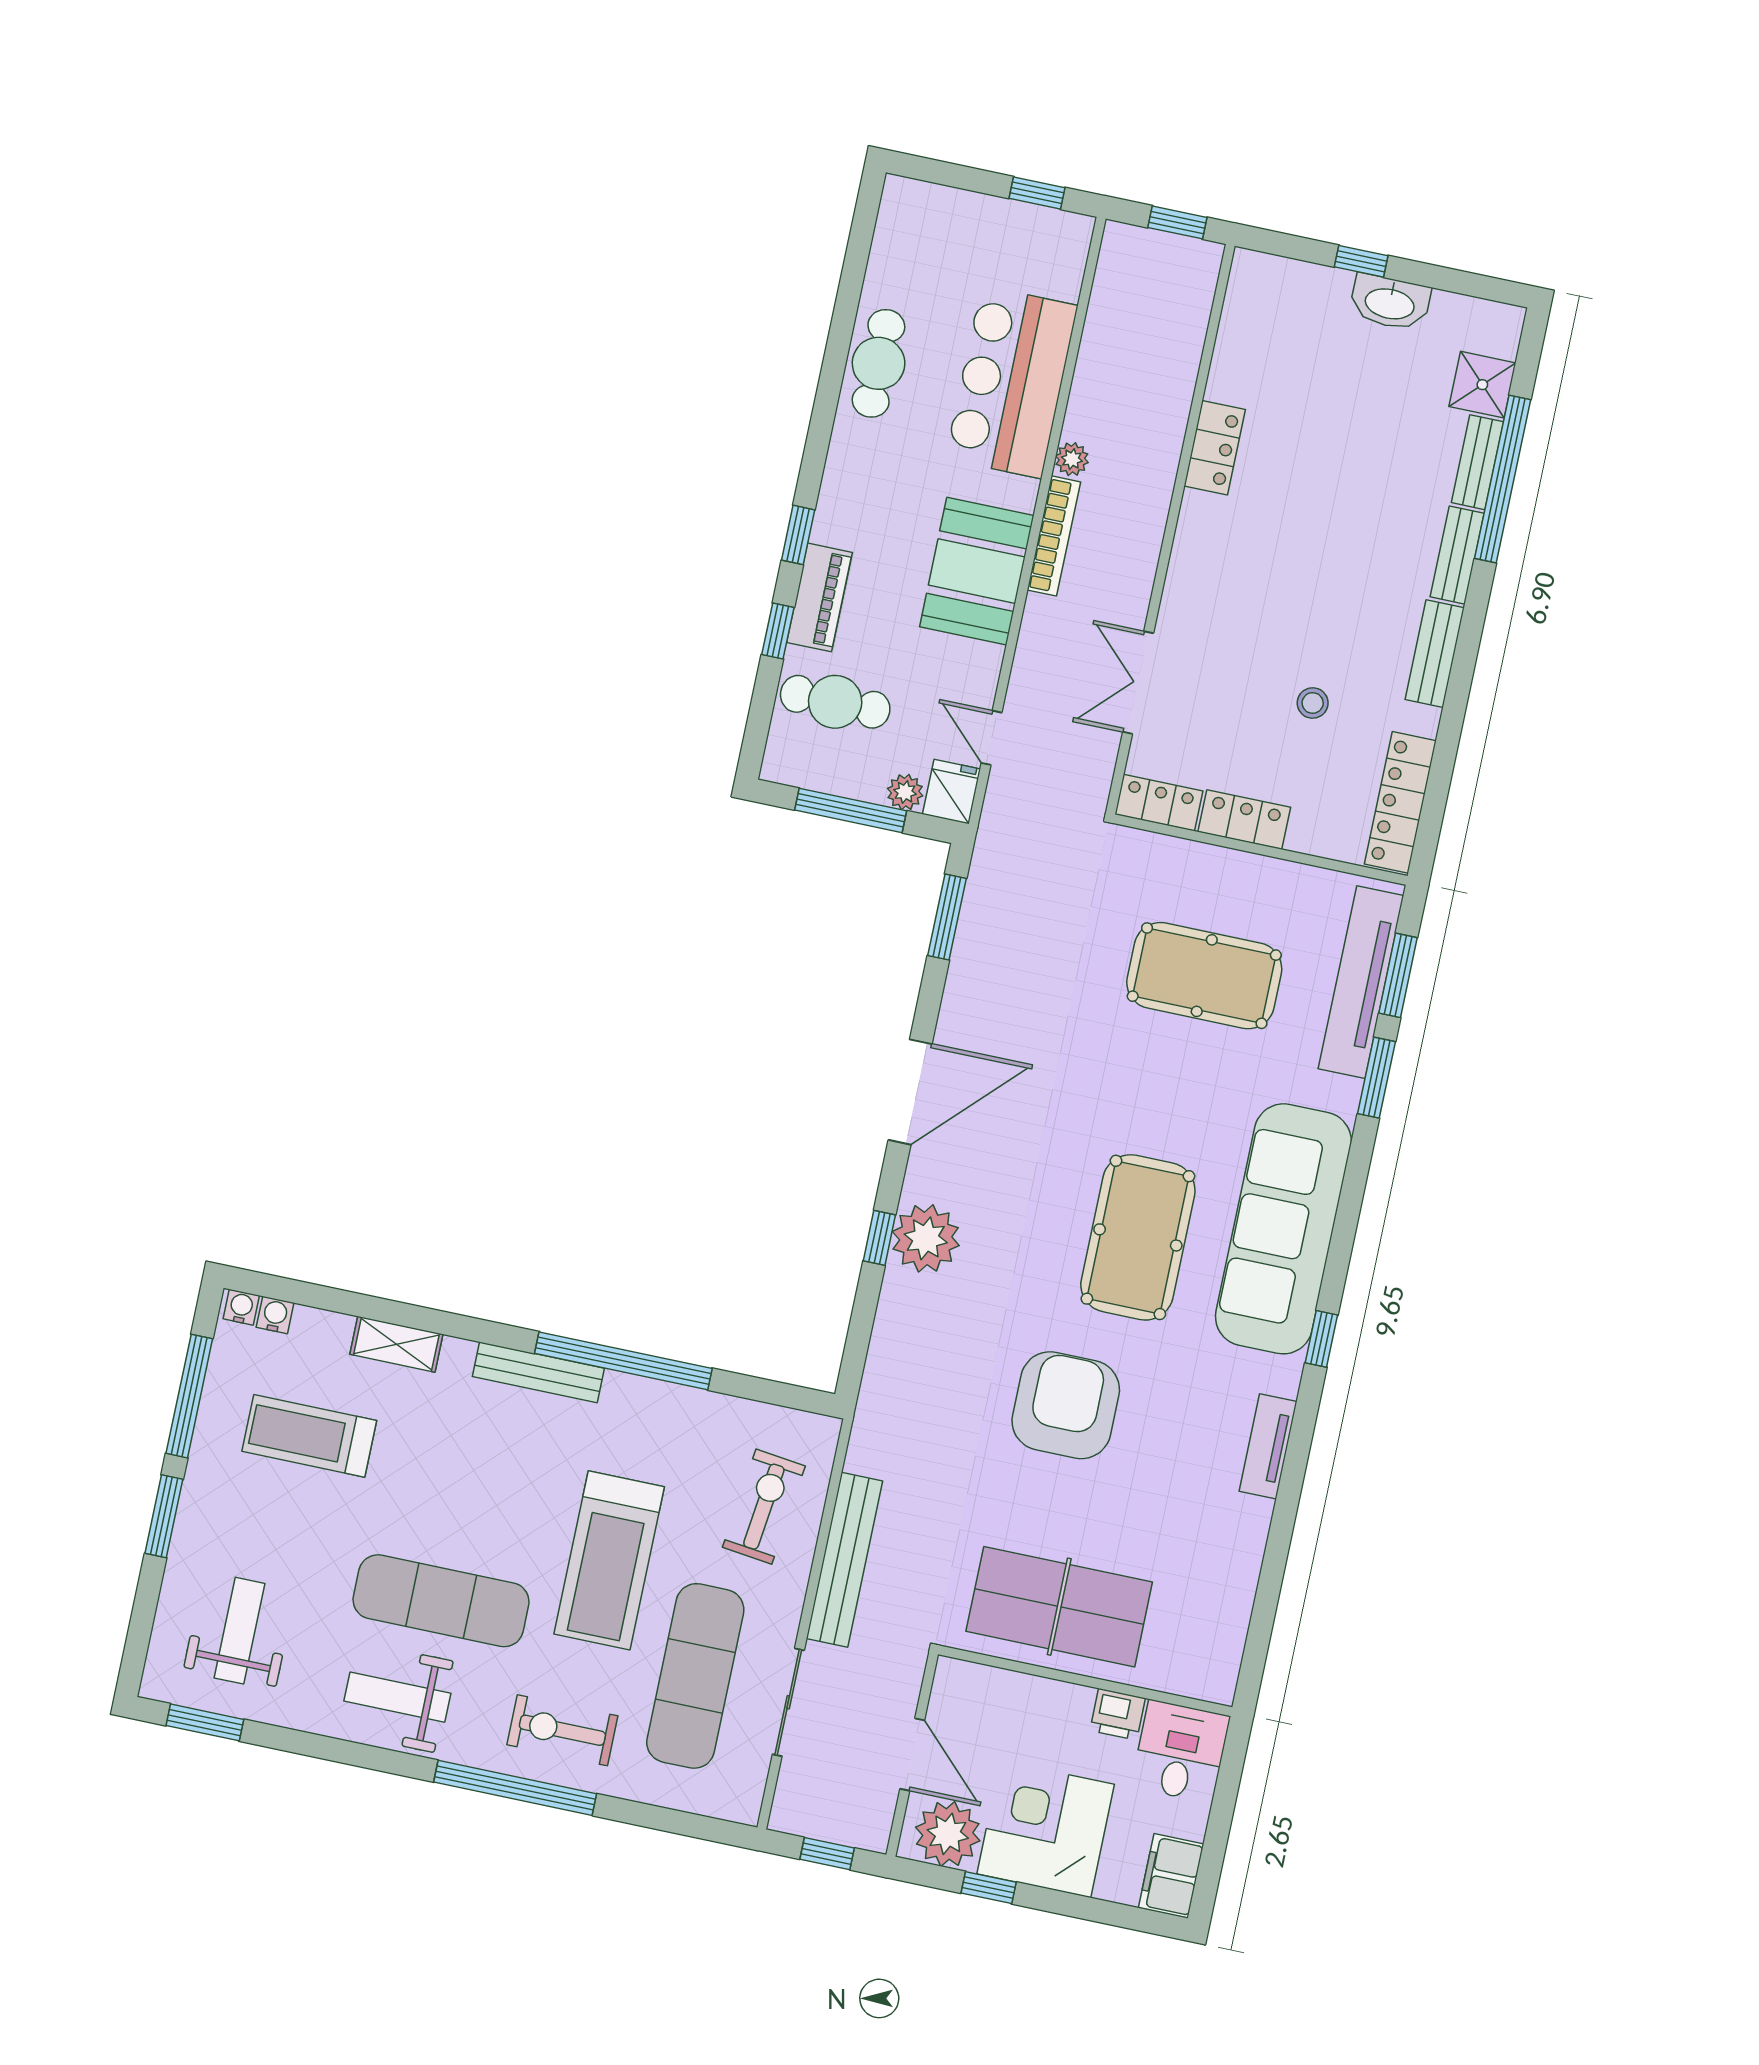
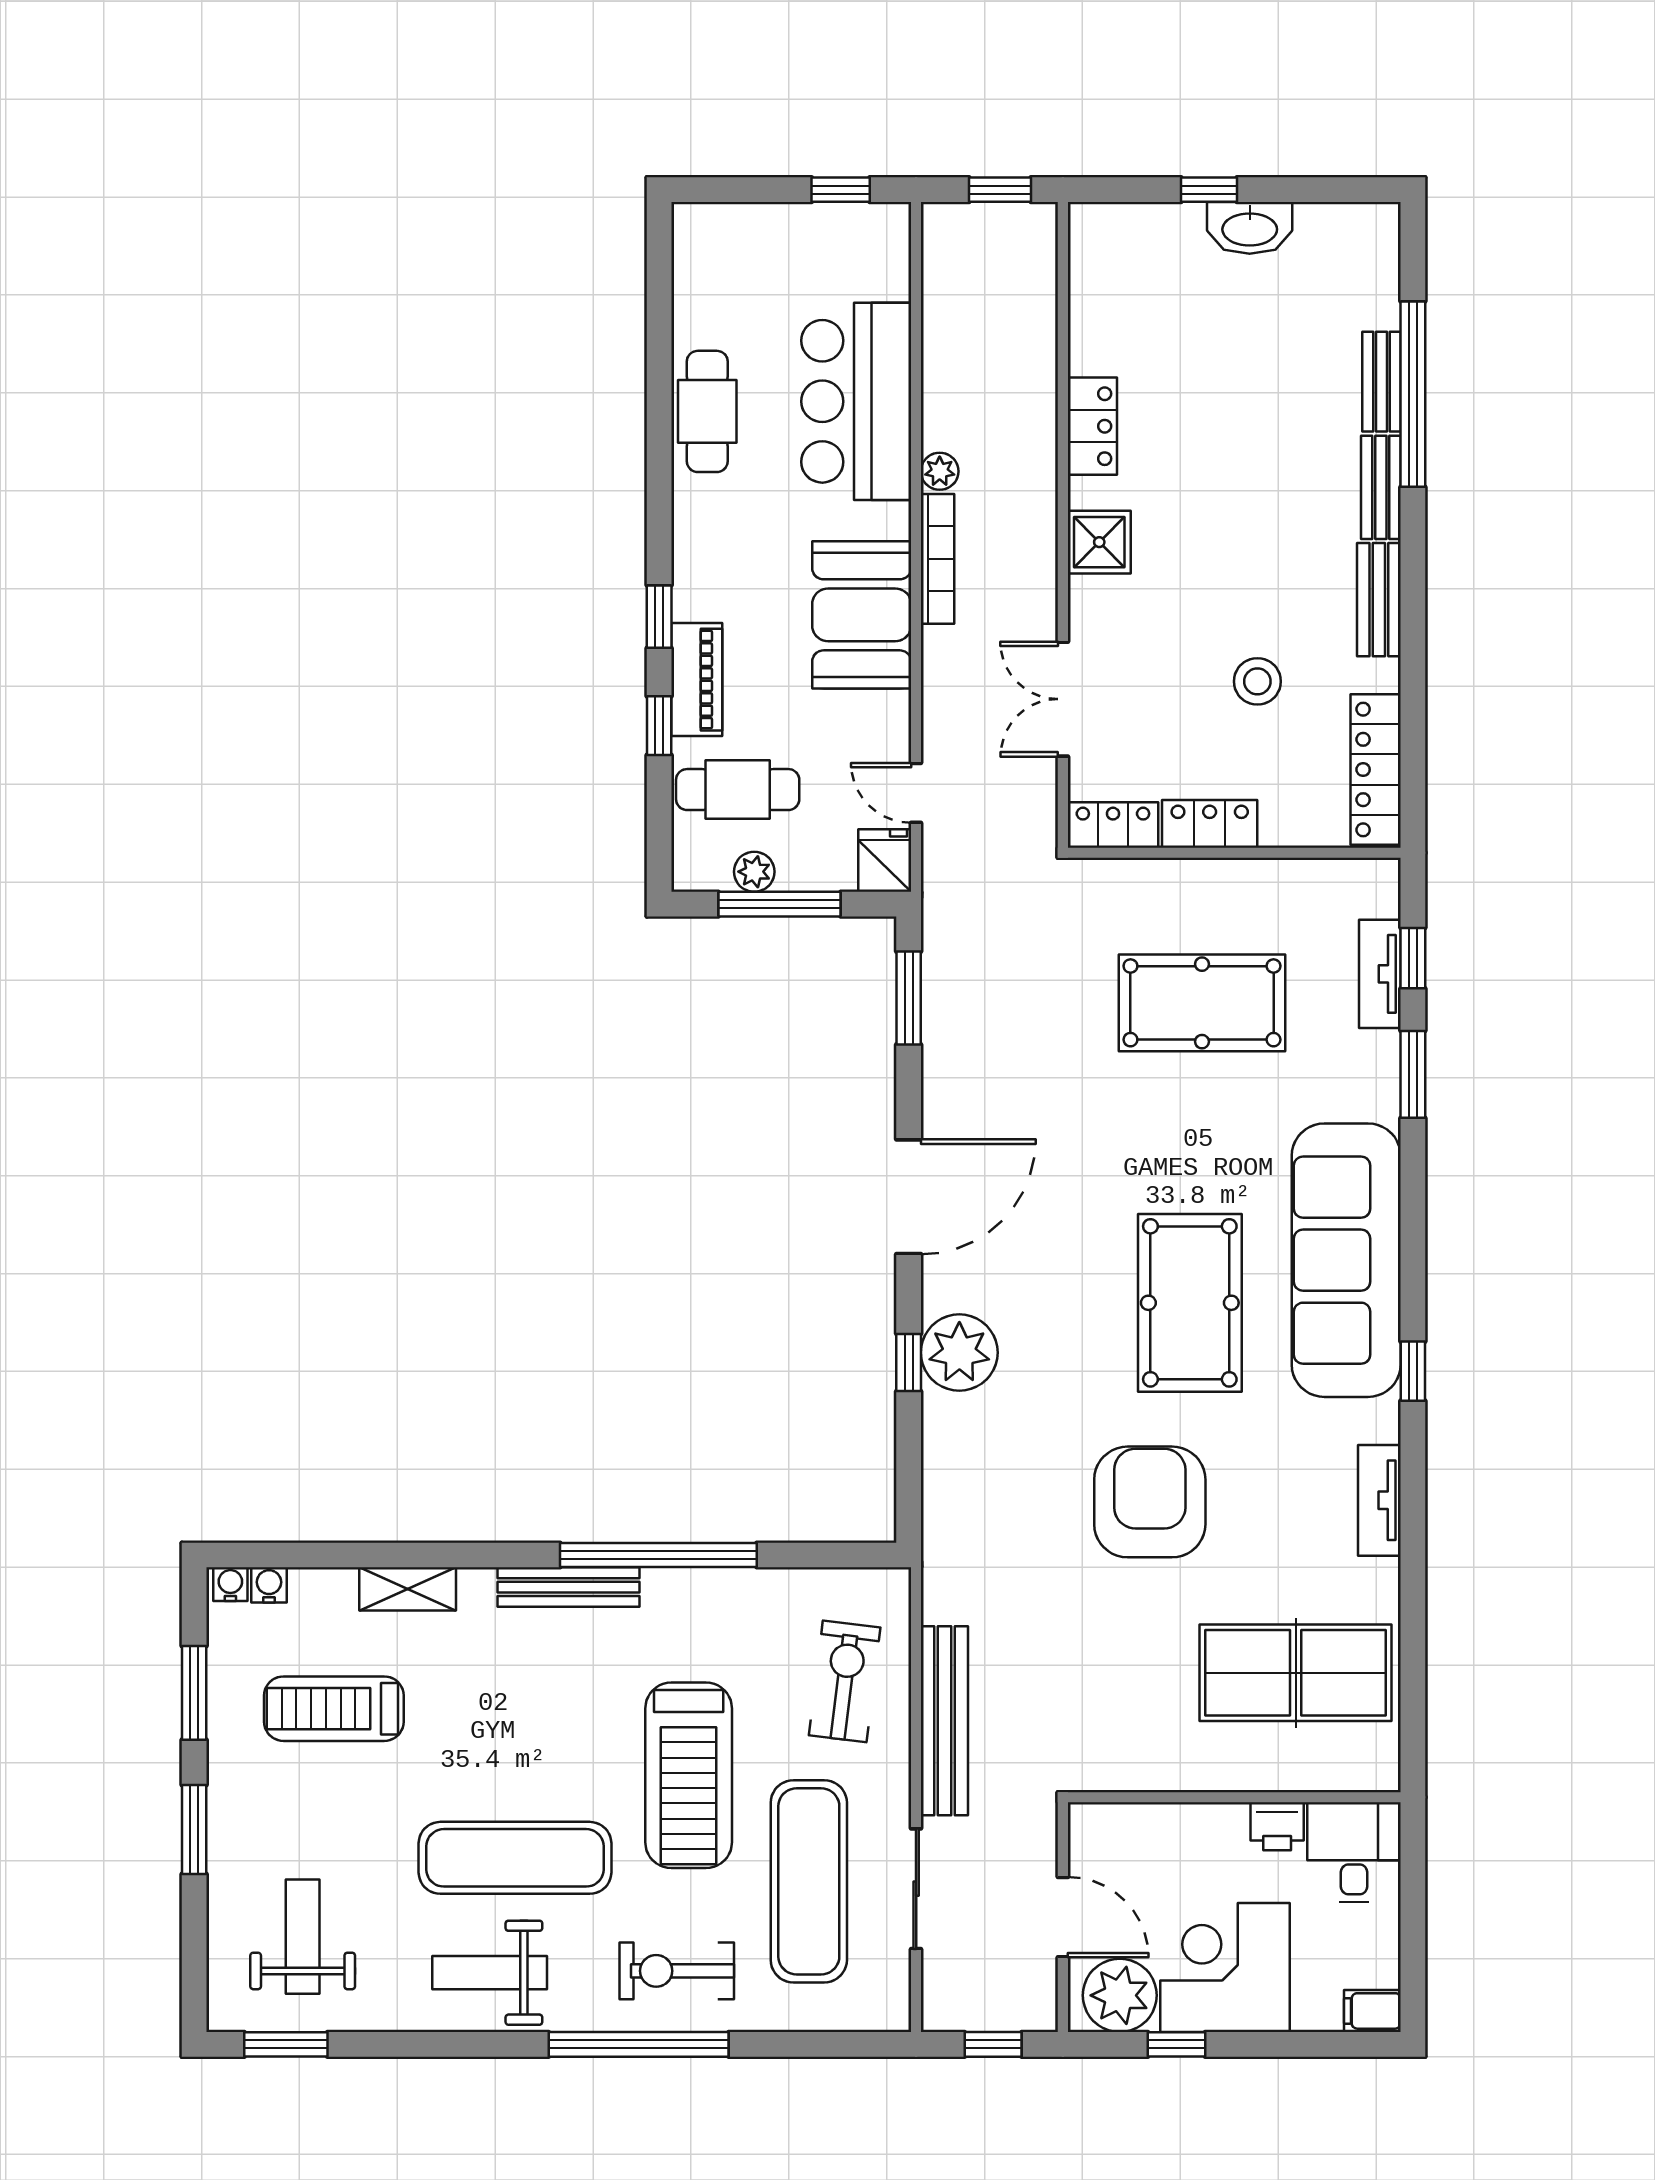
shower: (1482, 385) -> (1099, 542), moved
stool: (1313, 703) -> (1257, 681), width x1.37, depth x1.37
plant: (905, 792) -> (754, 872), moved
window: (1398, 975) -> (1413, 958), width x0.67
tv unit: (1361, 982) -> (1380, 974), width x0.52, depth x0.78
window: (189, 1396) -> (194, 1693), width x0.69
table tennis table: (1059, 1607) -> (1296, 1673), moved
filing cabinet: (1171, 1876) -> (1372, 2011), width x0.50

